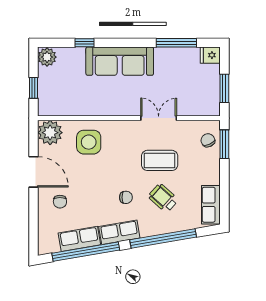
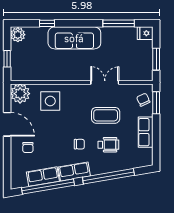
wheelchair: (163, 198) -> (108, 145), turned 138
row of seats: (211, 205) -> (146, 132), moved

